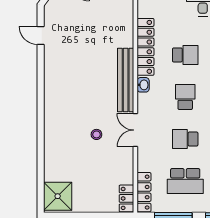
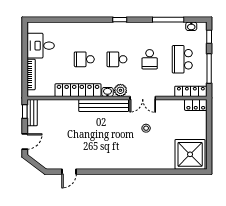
school desk: (185, 55) -> (84, 59), turned -90
plant: (145, 102) -> (120, 90), added
school desk: (185, 181) -> (182, 59), turned 180
shower: (58, 196) -> (190, 154), width x1.37, depth x1.37

